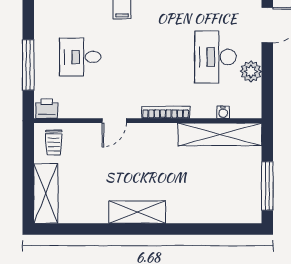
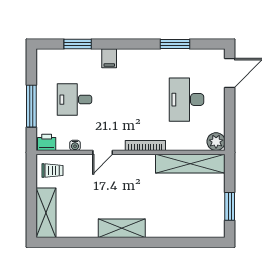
plant: (251, 71) -> (216, 142), moved
water cooler: (223, 112) -> (75, 145), moved
trolley: (54, 143) -> (52, 170), turned -90
window: (267, 186) -> (230, 206), width x0.69

